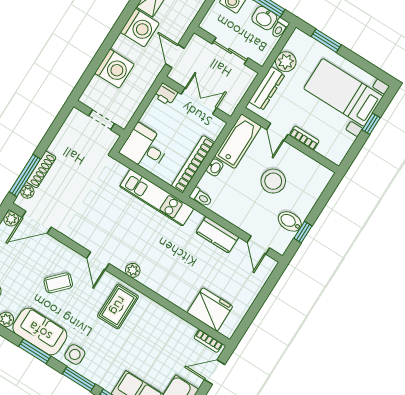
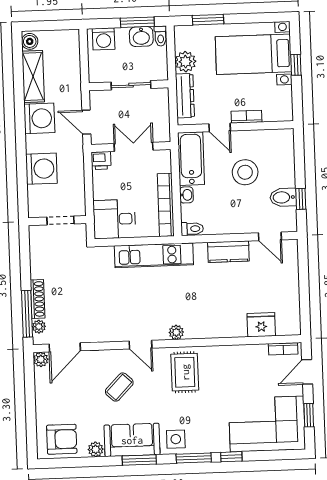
fridge: (210, 309) -> (261, 325), width x0.73, depth x0.75

